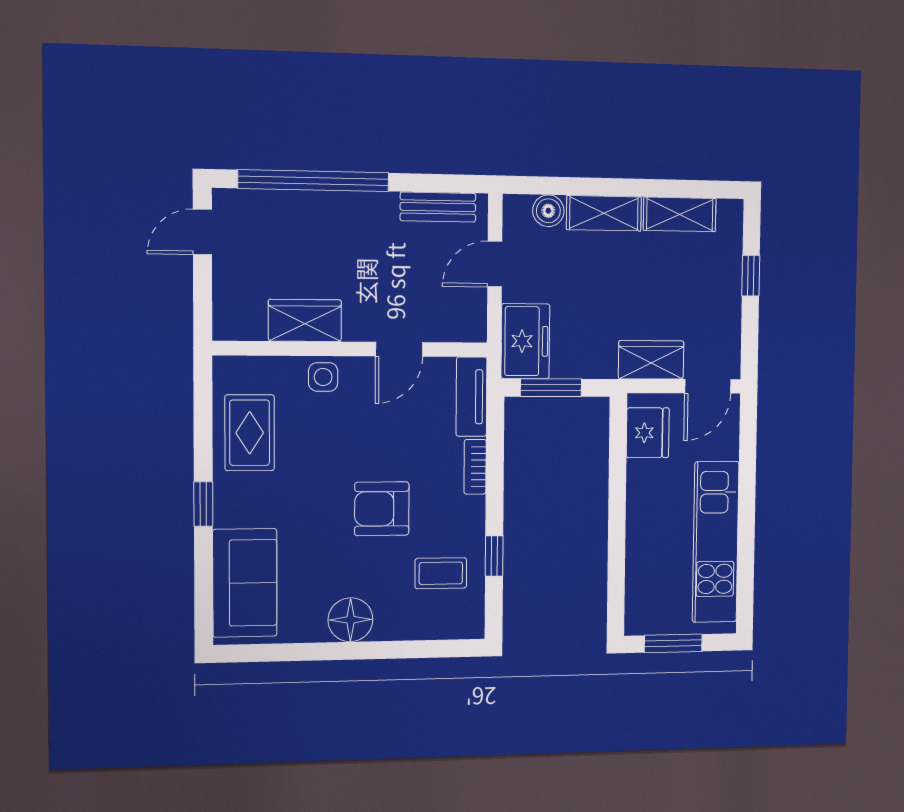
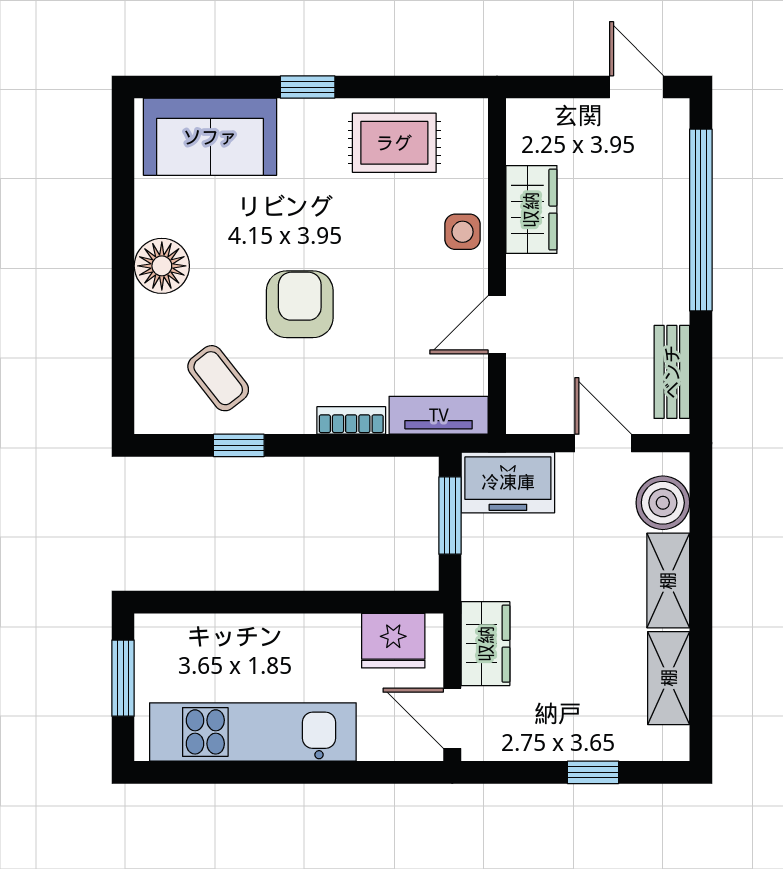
boiler: (548, 211) -> (663, 503), width x1.36, depth x1.36
door: (399, 349) -> (497, 325), hinge flipped
coffee table: (441, 573) -> (218, 378), turned -38

